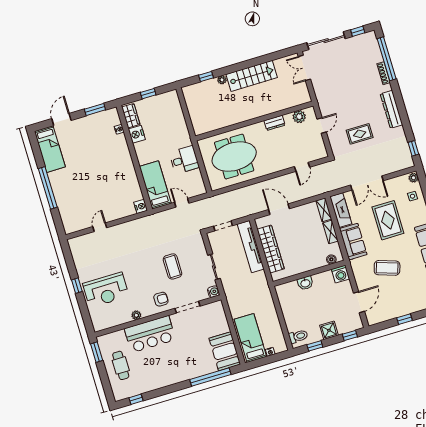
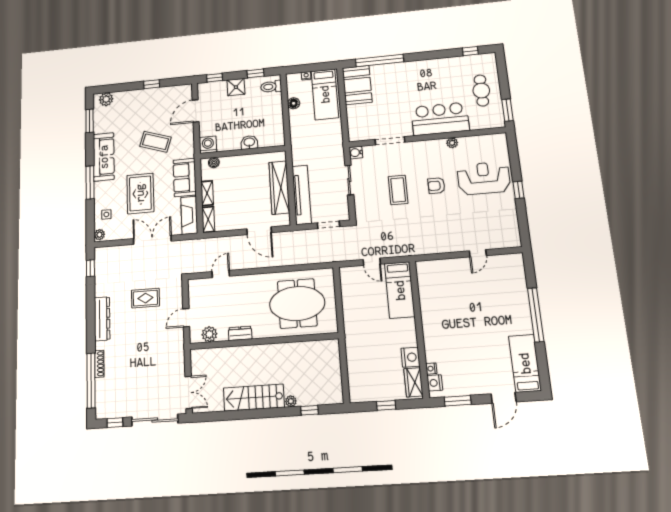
desk: (184, 160) -> (358, 313), removed
nightstand: (141, 206) -> (435, 383), moved
armchair: (161, 299) -> (436, 186), moved
floor lamp: (275, 325) -> (294, 103), added

